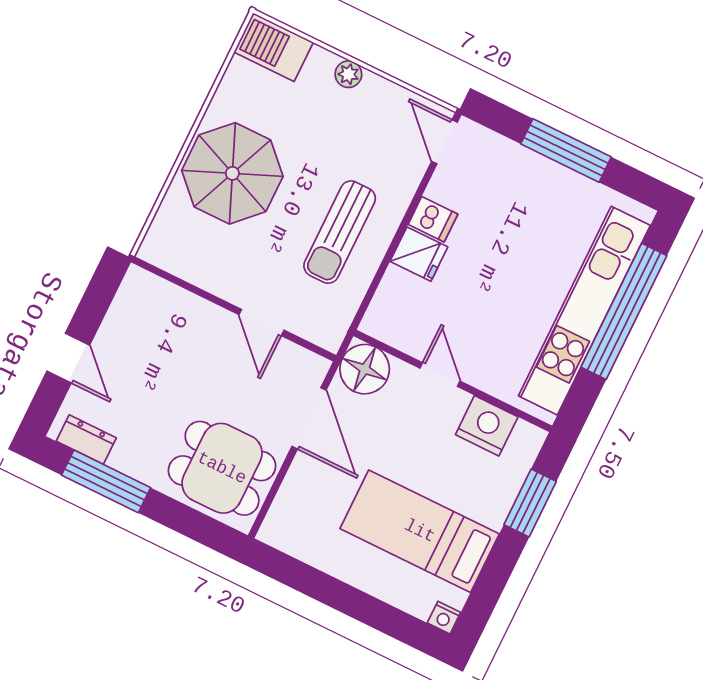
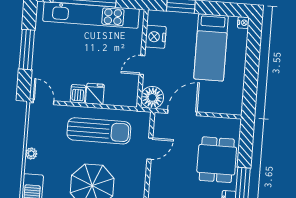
door: (445, 142) -> (43, 102), swing flipped
sun lounger: (340, 232) -> (99, 131), width x1.36, depth x1.34
dining table: (222, 468) -> (217, 160), moved

